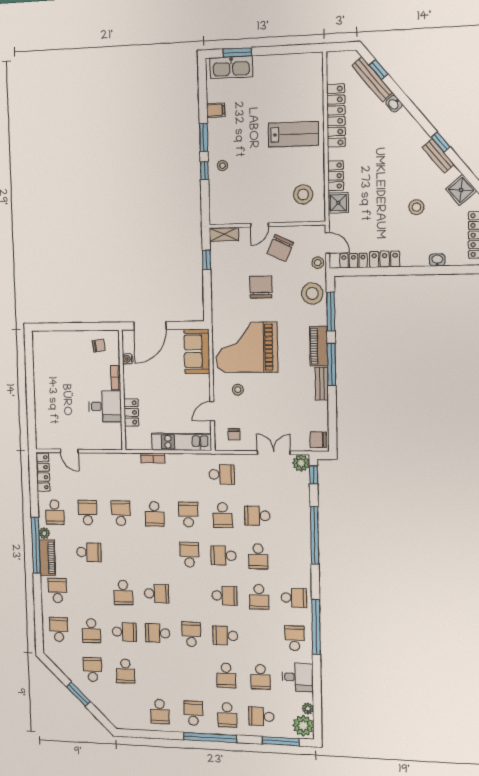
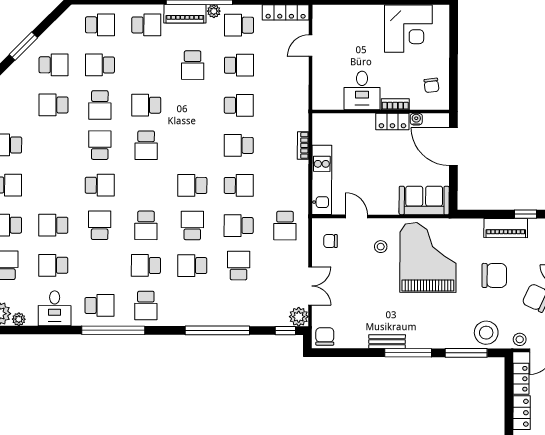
piano: (319, 346) -> (506, 228), moved, turned 180
corner desk: (52, 366) -> (408, 29), added
locker: (131, 412) -> (392, 122), moved
school desk: (189, 555) -> (192, 185), turned 180

